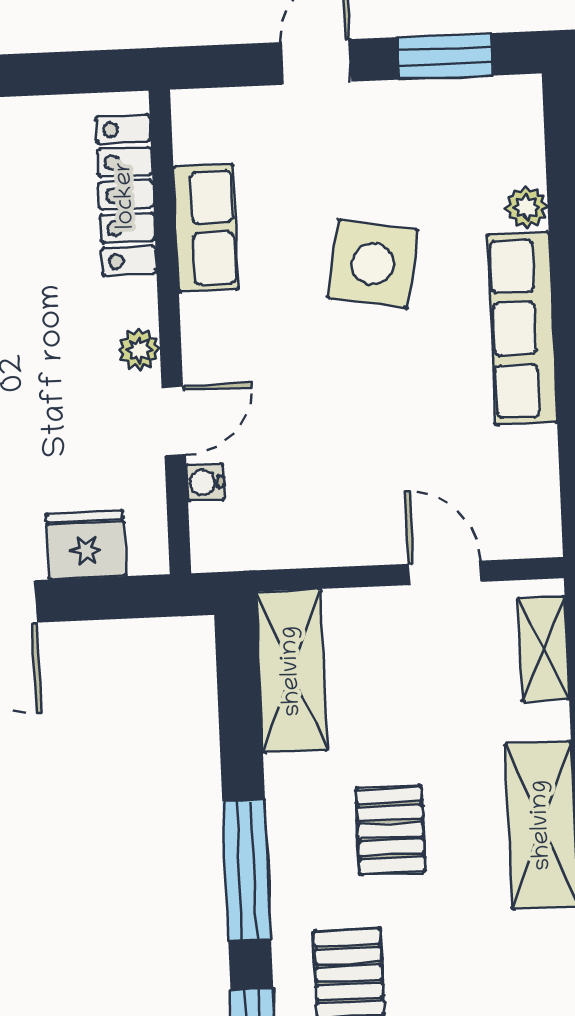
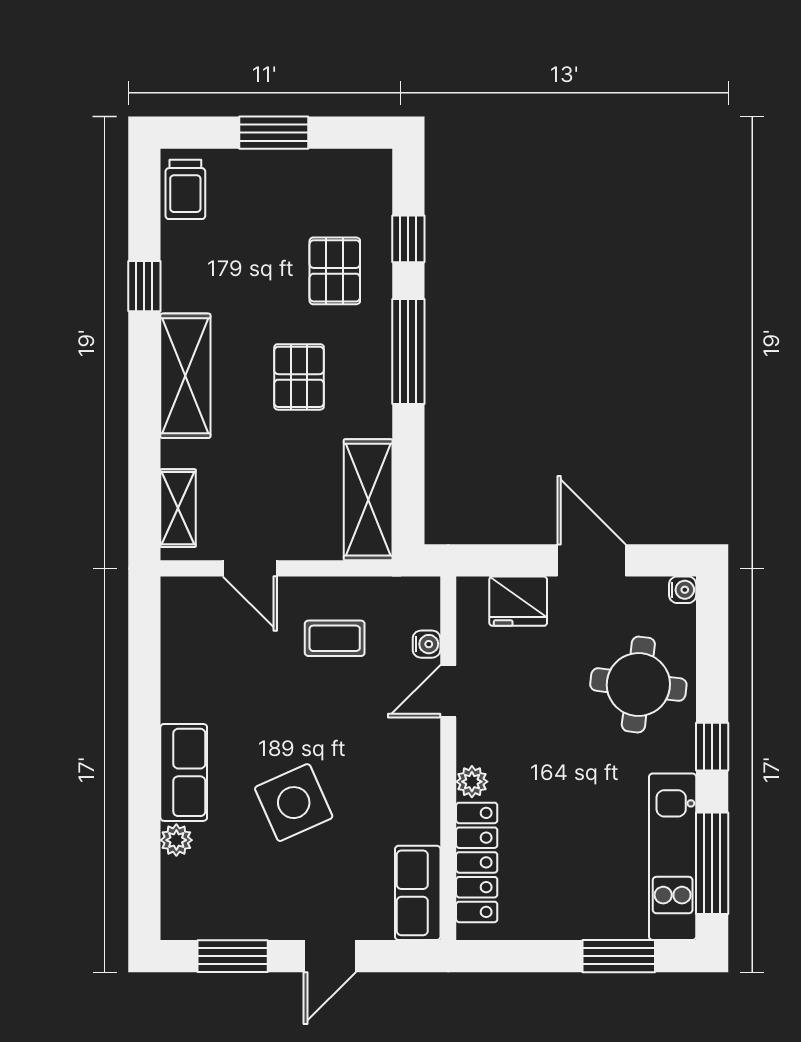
row of seats: (206, 228) -> (418, 893), moved
side table: (373, 264) -> (294, 803), turned -34
row of seats: (522, 329) -> (184, 772), width x0.68
plant: (139, 349) -> (472, 782), moved
coffee table: (328, 485) -> (335, 638), added

